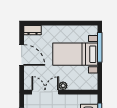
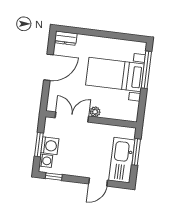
door: (22, 55) -> (48, 67), hinge flipped

